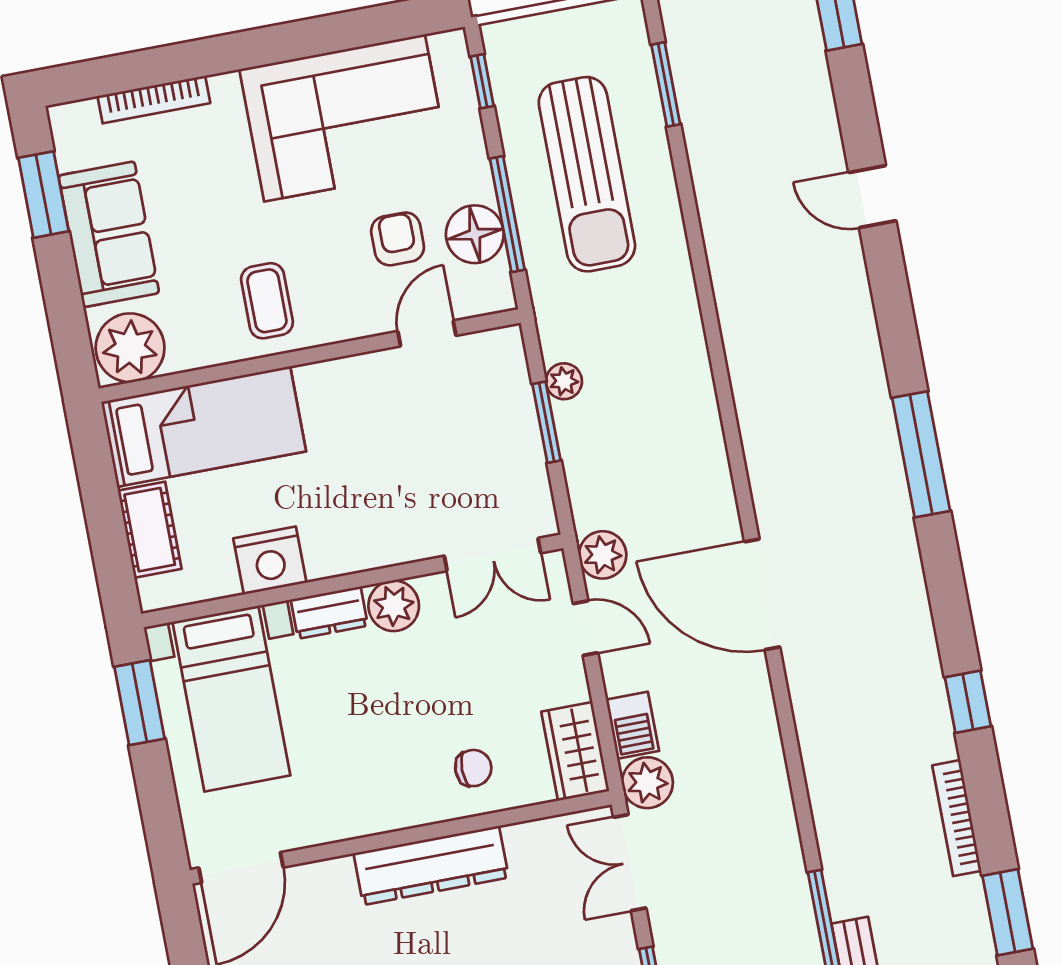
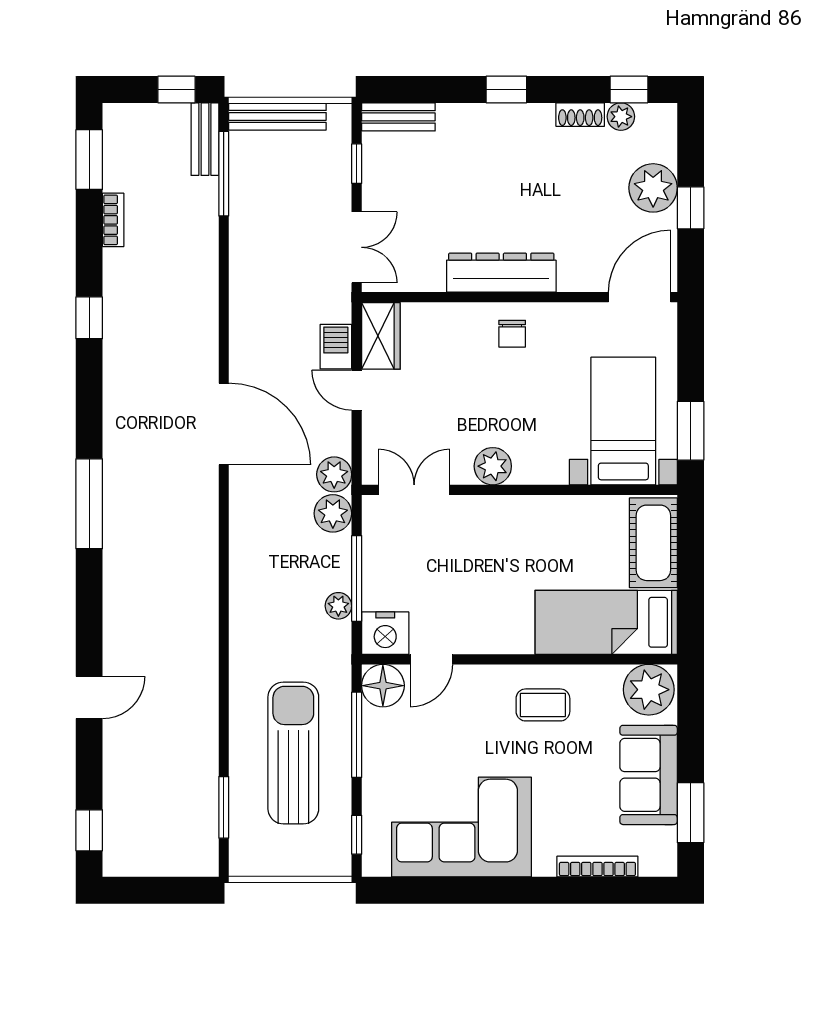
door: (872, 197) -> (89, 698), hinge flipped
floor lamp: (475, 234) -> (383, 686), moved
armchair: (398, 239) -> (440, 732), removed
coffee table: (267, 301) -> (543, 705), turned 90
window: (547, 422) -> (357, 578), width x1.44
cot: (150, 530) -> (653, 543), width x1.37, depth x1.34
nightstand: (270, 561) -> (385, 633), moved, turned 180
dresser: (329, 613) -> (540, 470), removed
door: (585, 628) -> (357, 390), moved
chair: (473, 768) -> (512, 334), moved, turned -90
plant: (647, 783) -> (333, 513), moved
bookcase: (957, 818) -> (113, 220), width x0.64

